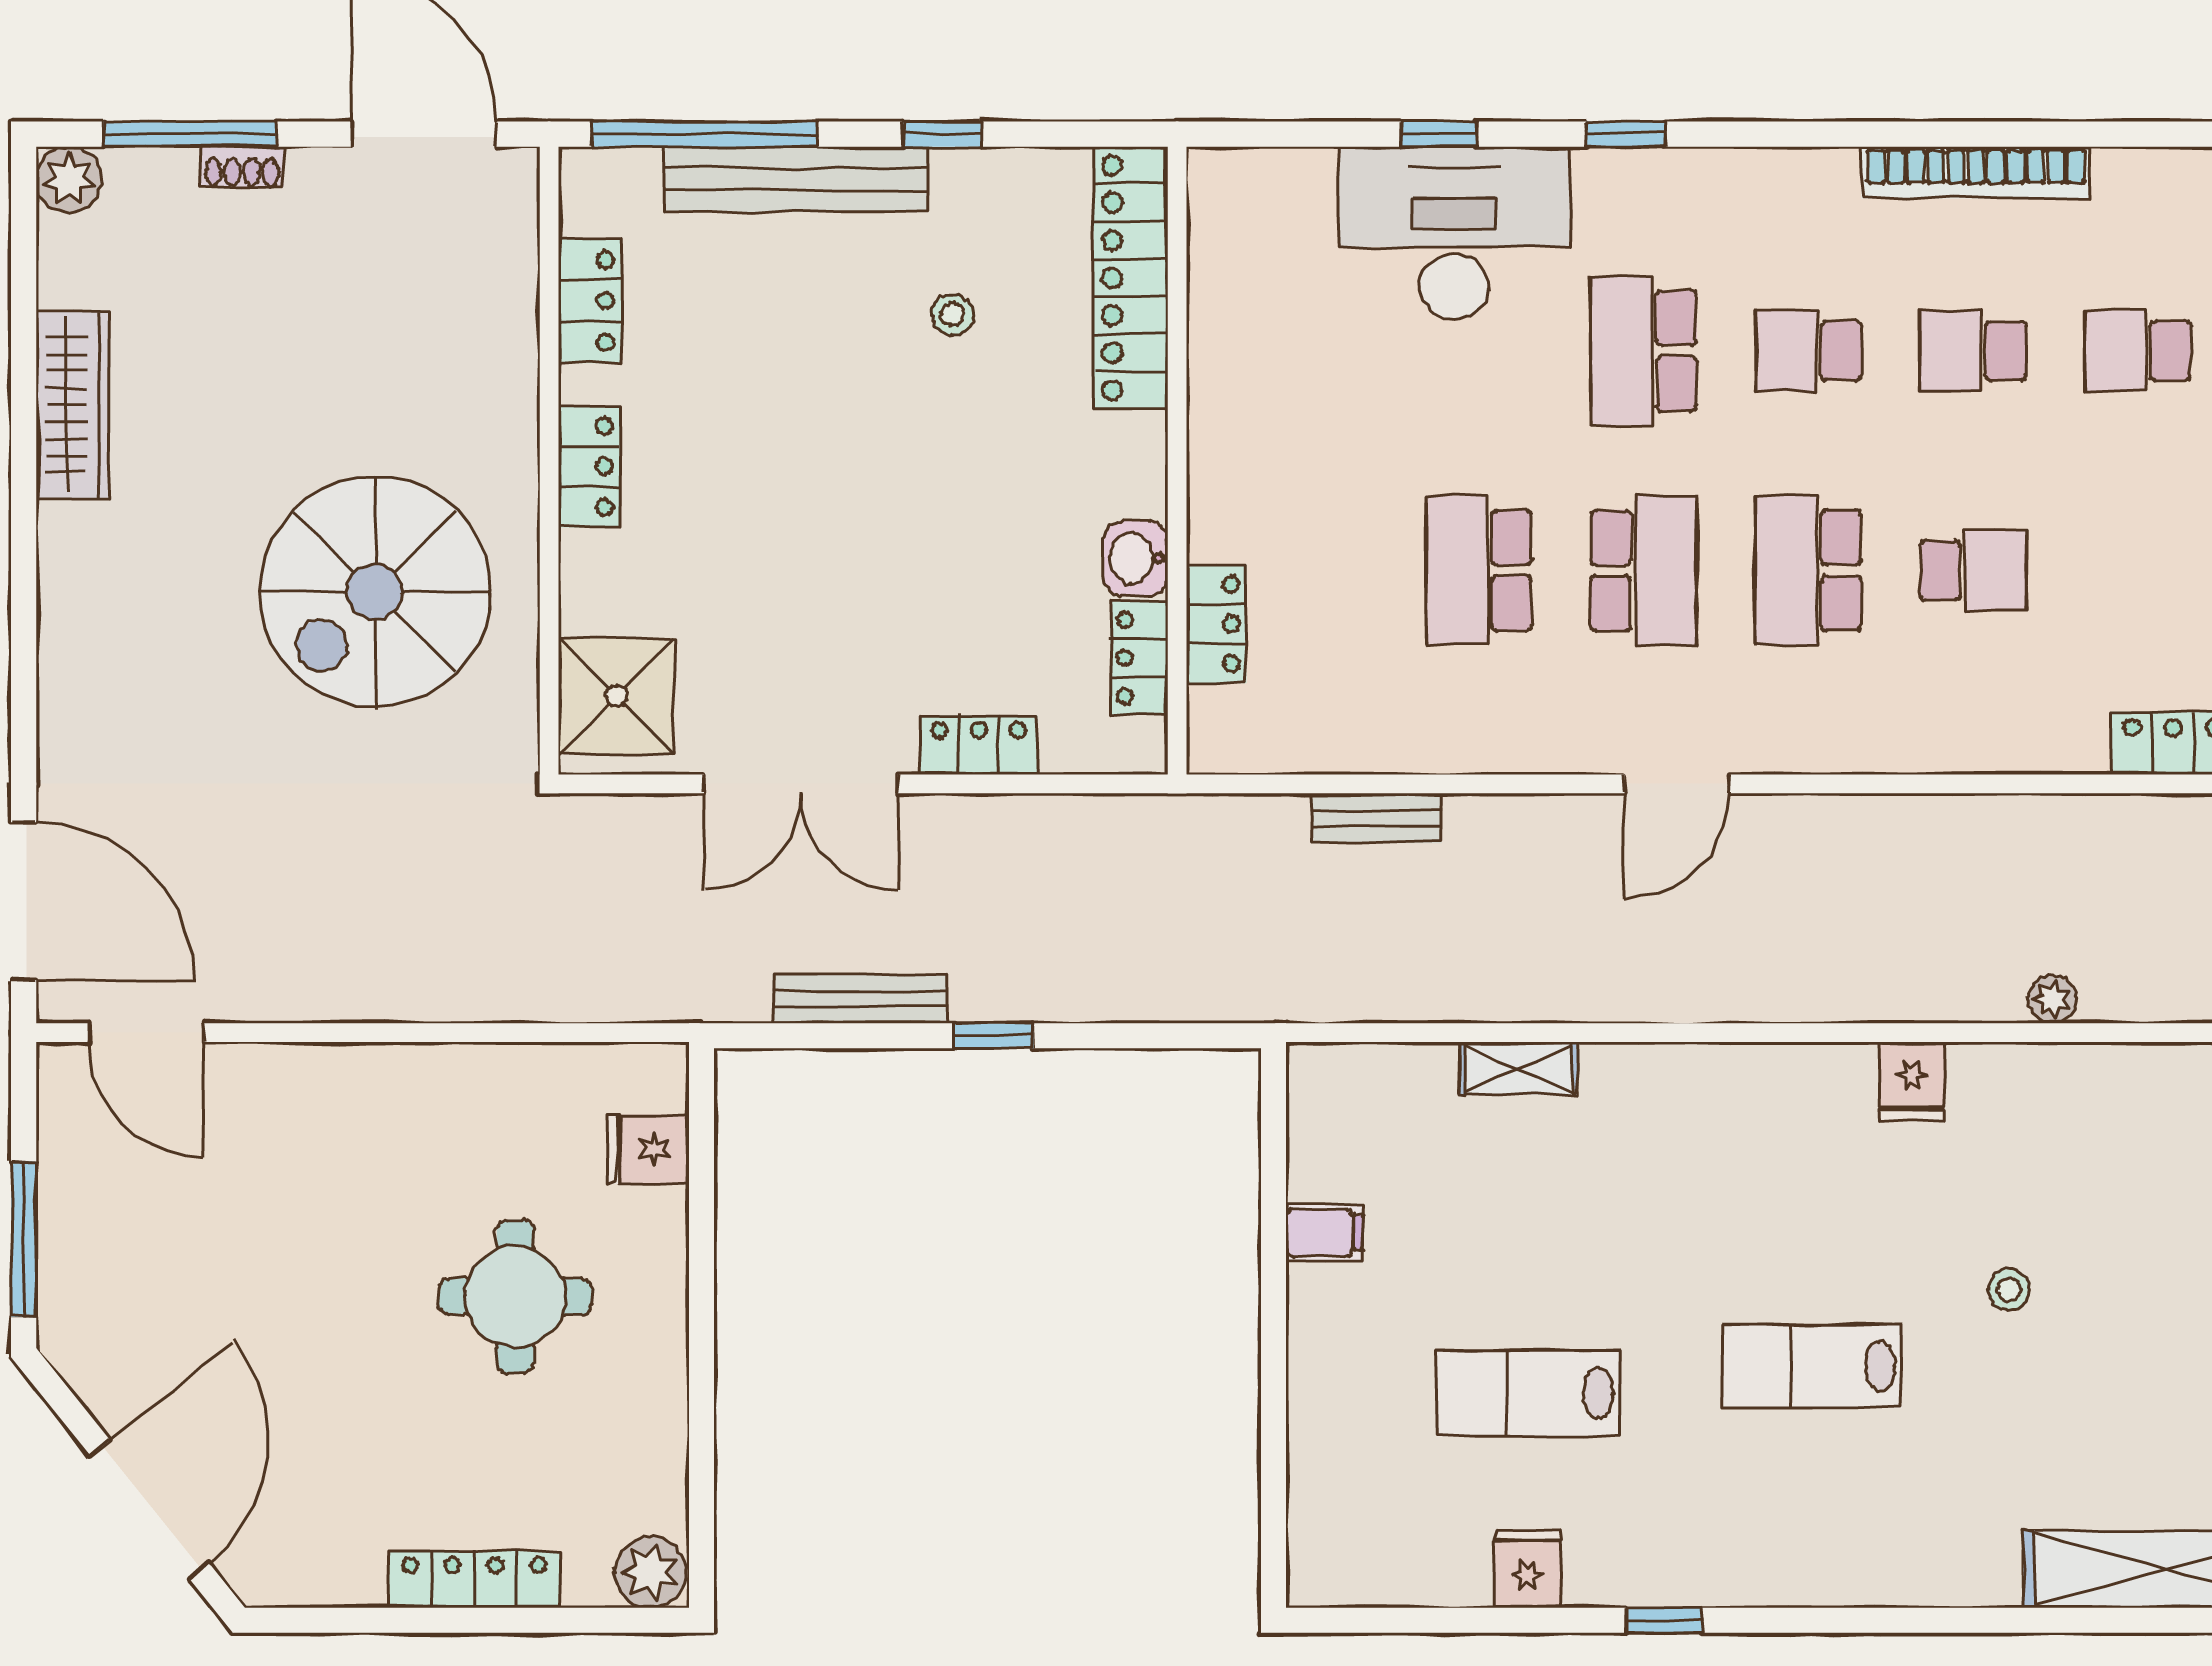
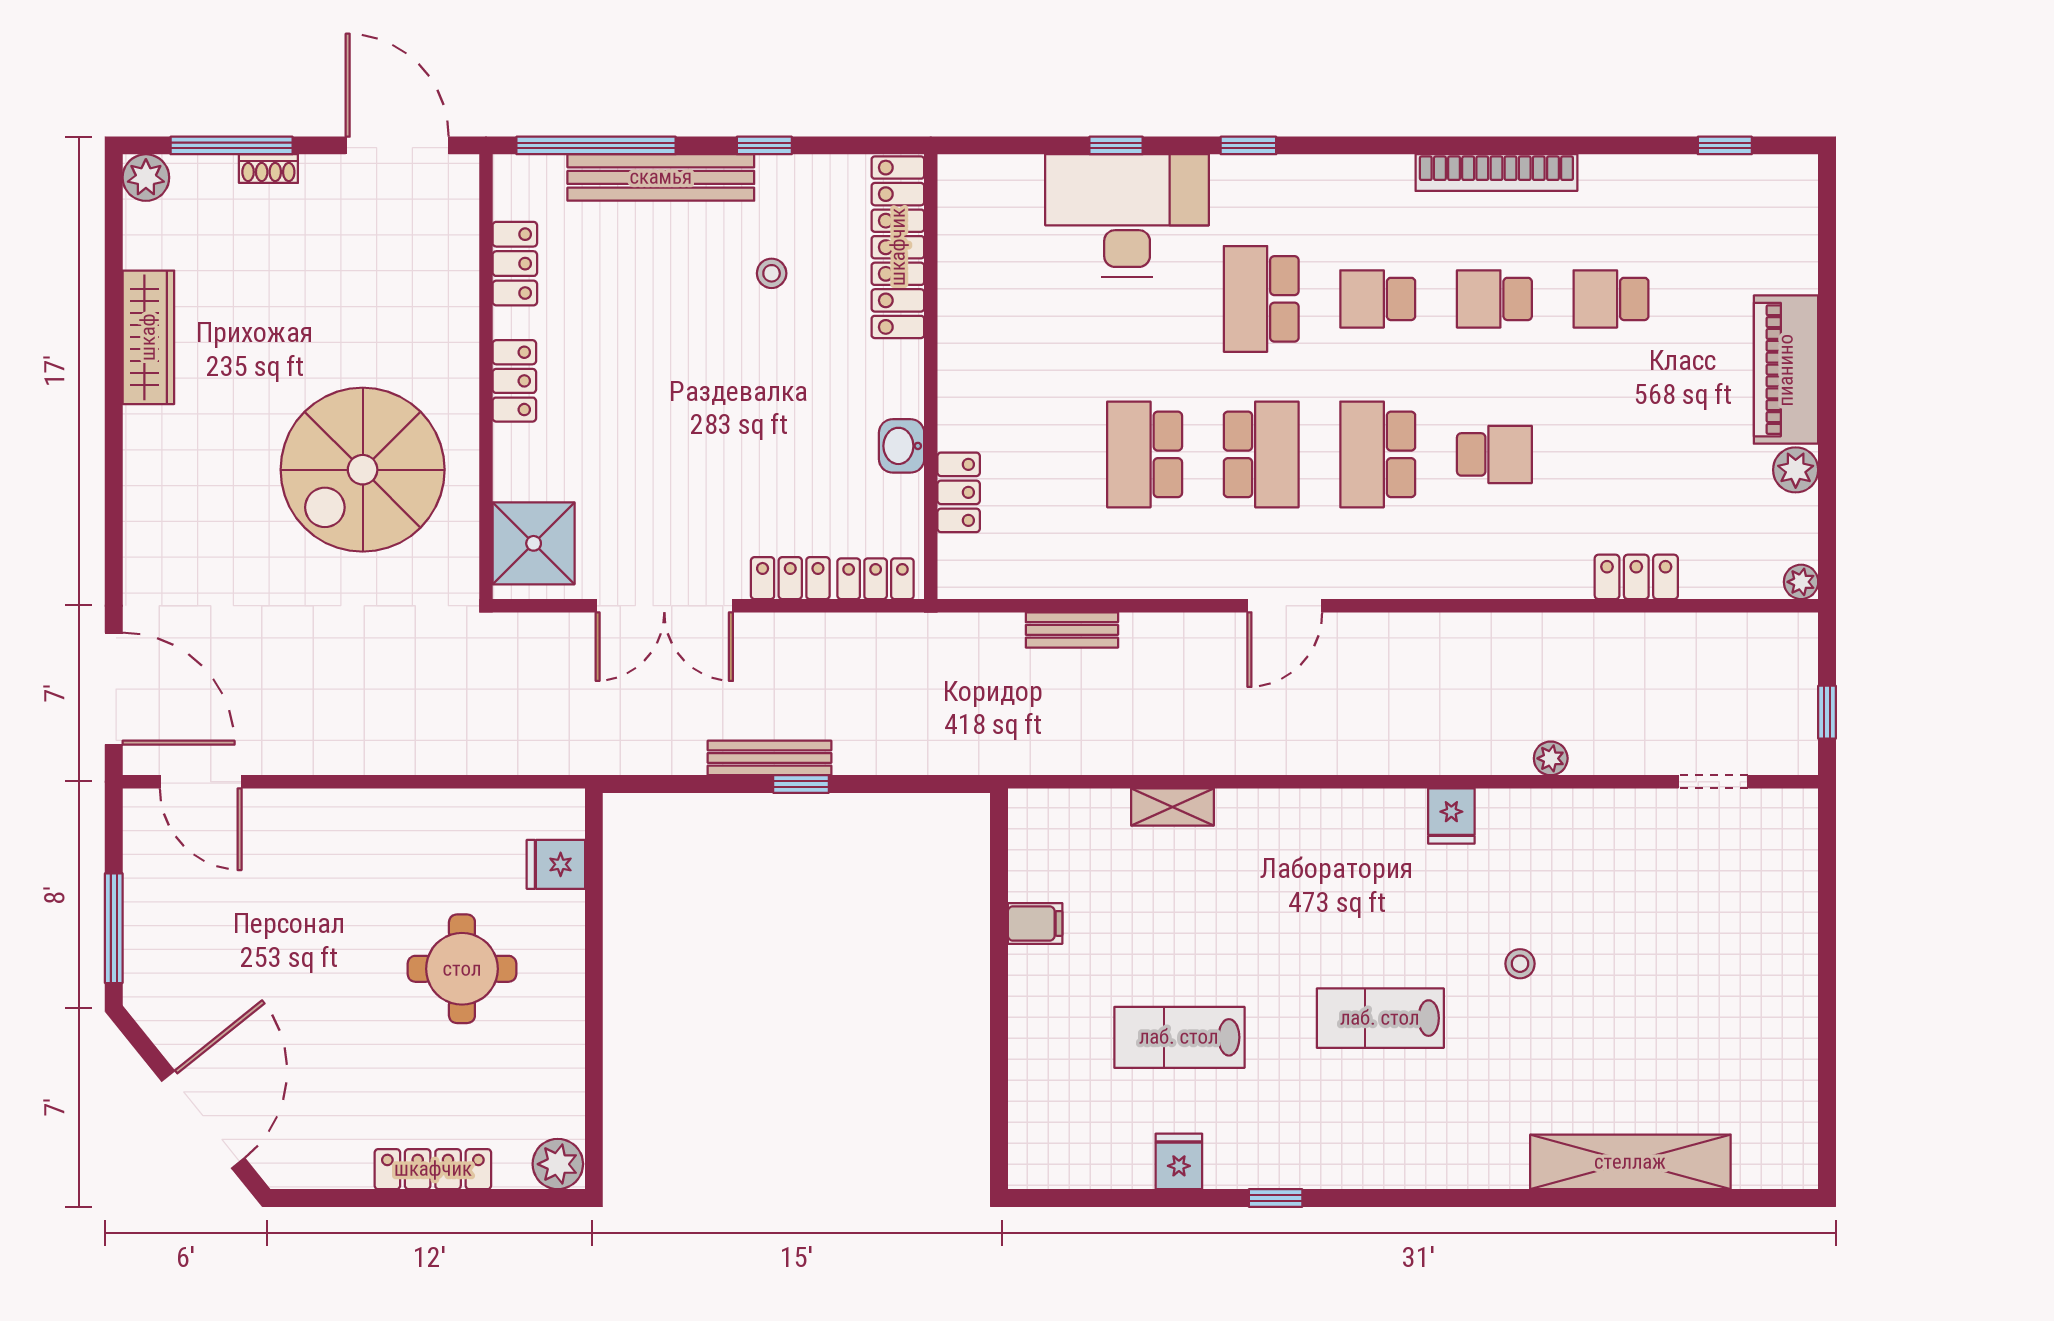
locker: (1139, 658) -> (876, 579), moved, turned 90
bench: (860, 999) -> (769, 758), moved

